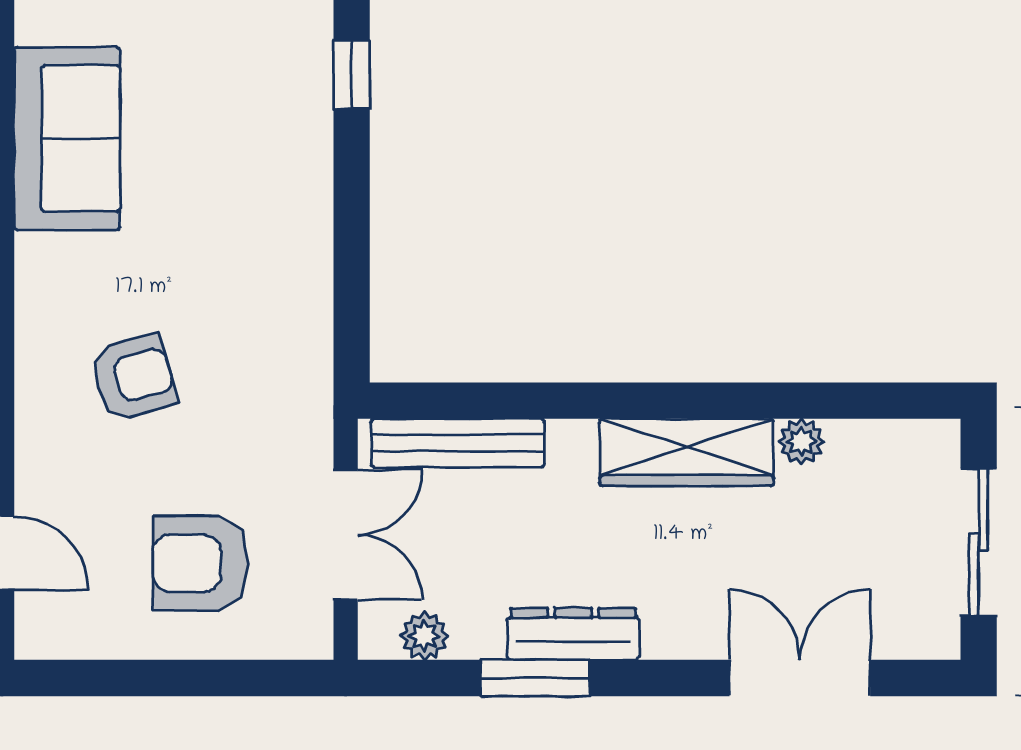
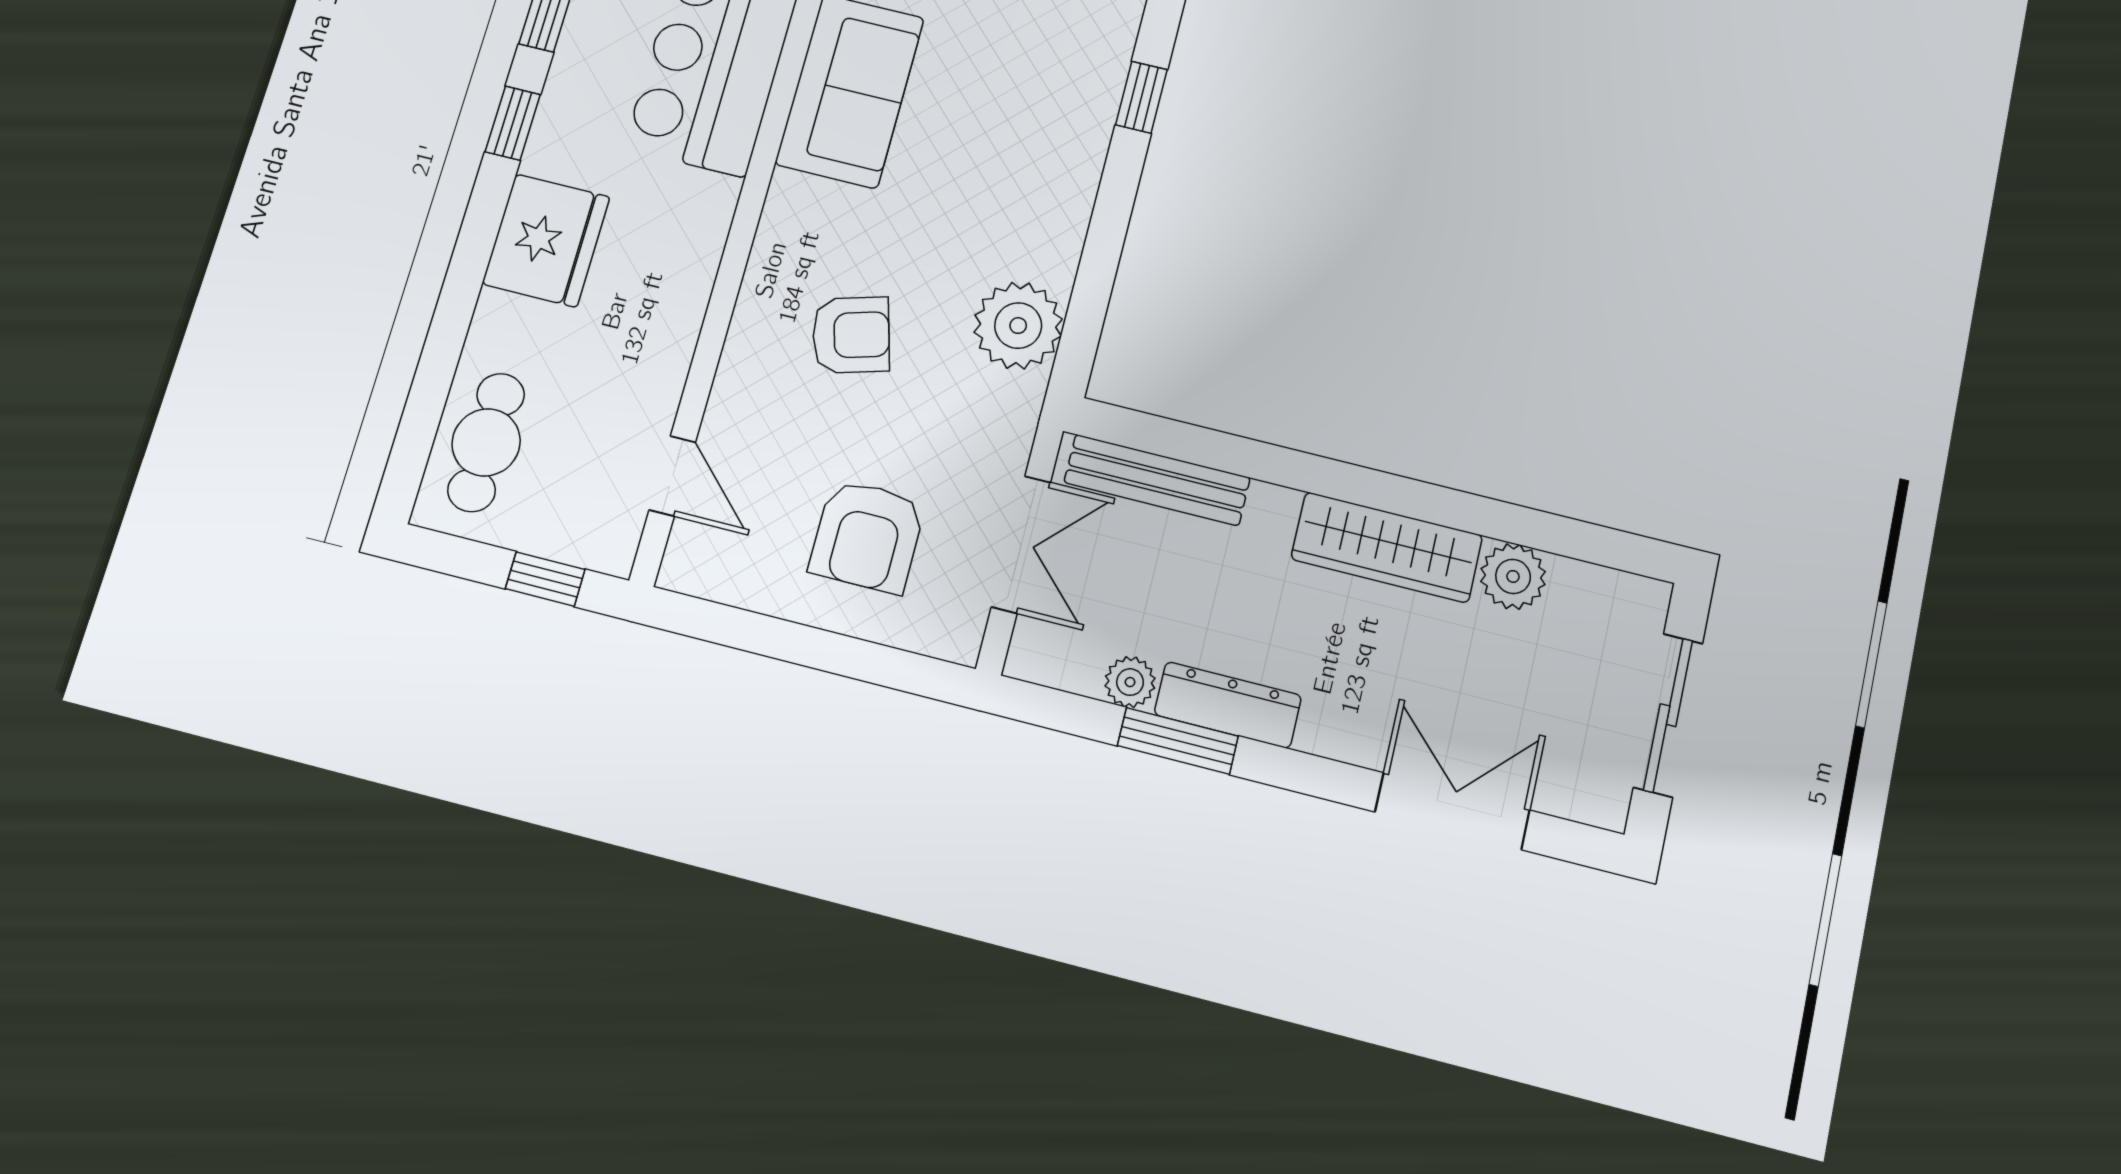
plant: (290, 329) -> (1018, 326), added
plant: (801, 442) -> (1513, 576), width x1.38, depth x1.38
armchair: (200, 563) -> (867, 536), turned -90
plant: (425, 636) -> (1130, 682), moved

